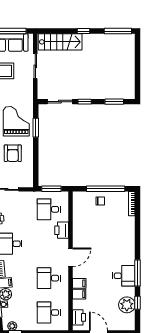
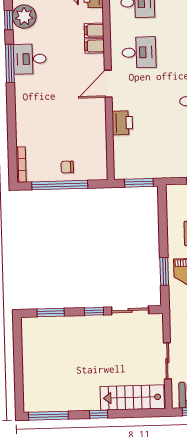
desk: (49, 209) -> (142, 153), removed

